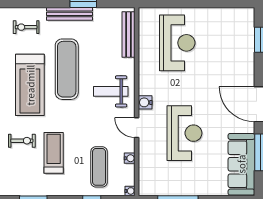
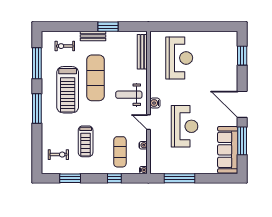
bench: (69, 14) -> (93, 36), width x0.73
exercise bike: (22, 141) -> (58, 155), moved
treadmill: (54, 153) -> (86, 141), turned 180

